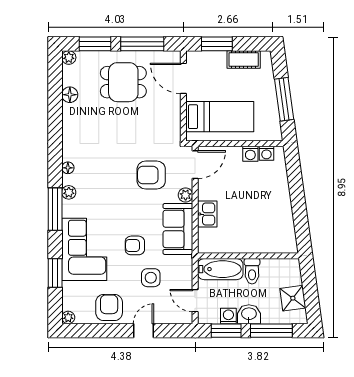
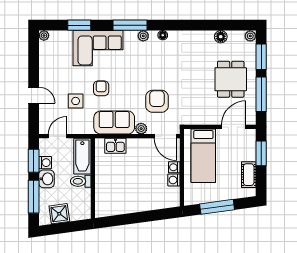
washing machine: (266, 153) -> (174, 167), moved
kitchen sink: (207, 214) -> (115, 146), moved
armchair: (109, 307) -> (52, 68), removed

